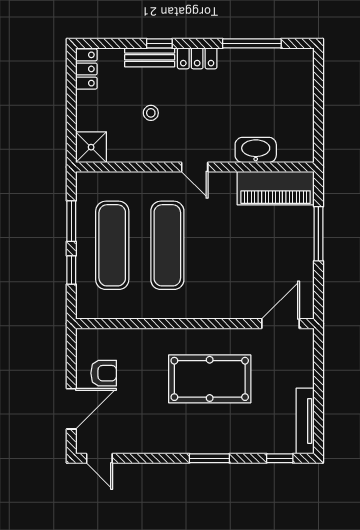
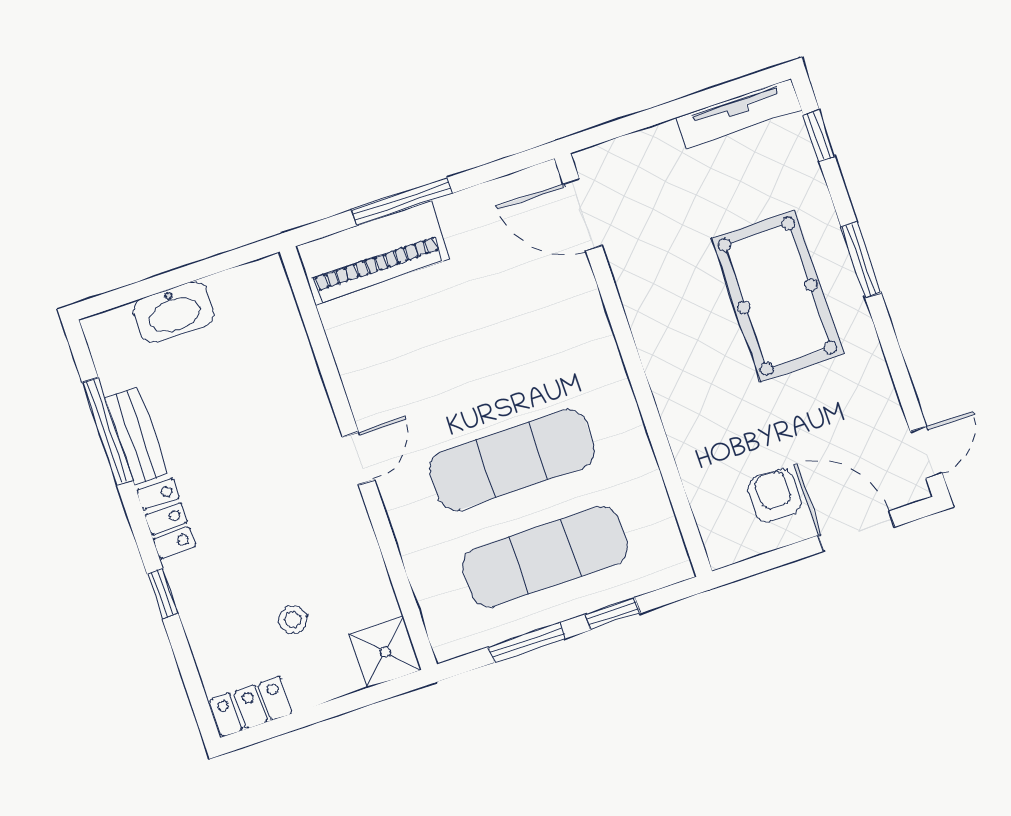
bench: (150, 57) -> (136, 436), moved
stool: (151, 113) -> (293, 620), moved
washbasin: (256, 150) -> (174, 312), moved, turned -90
piano: (276, 188) -> (373, 253), moved, turned 90
pool table: (210, 379) -> (777, 296), moved

